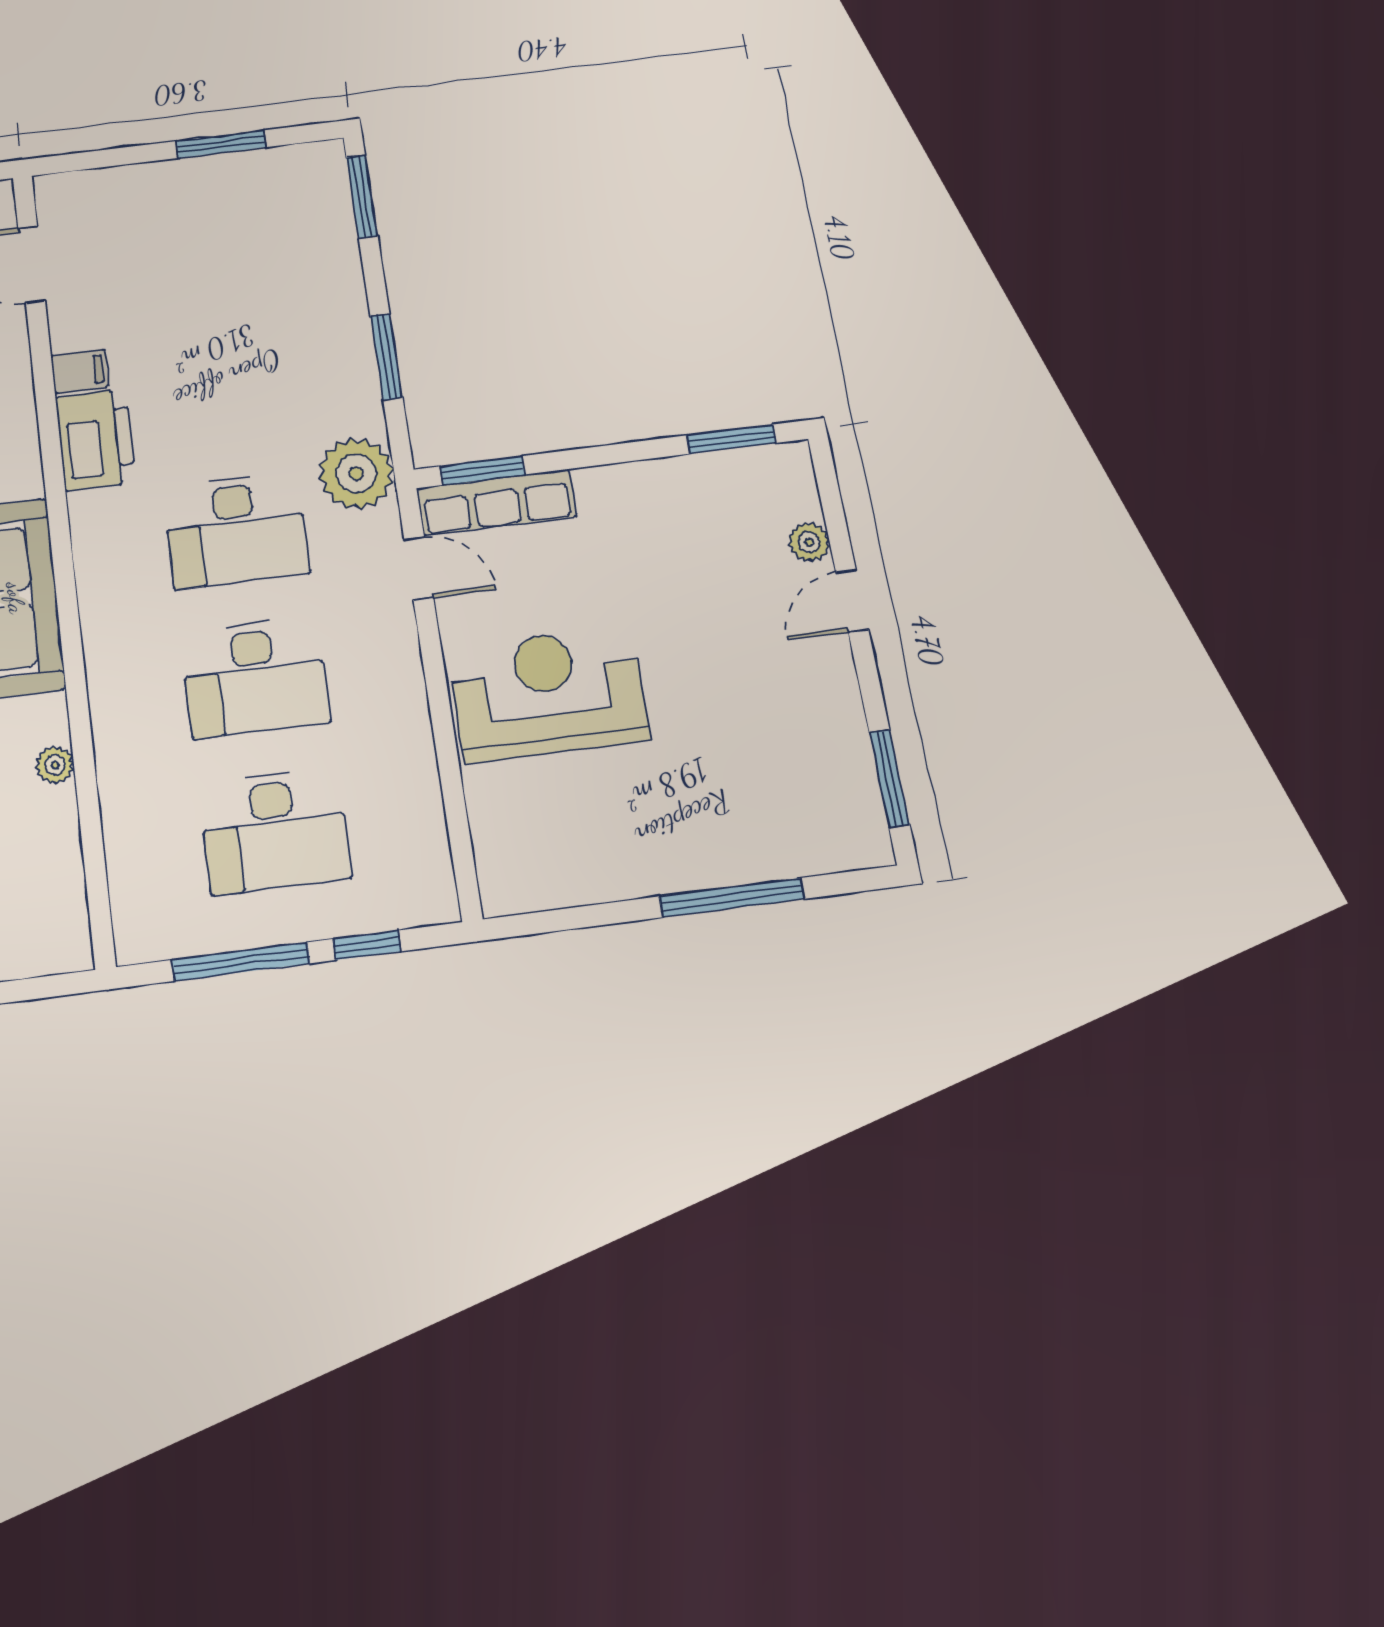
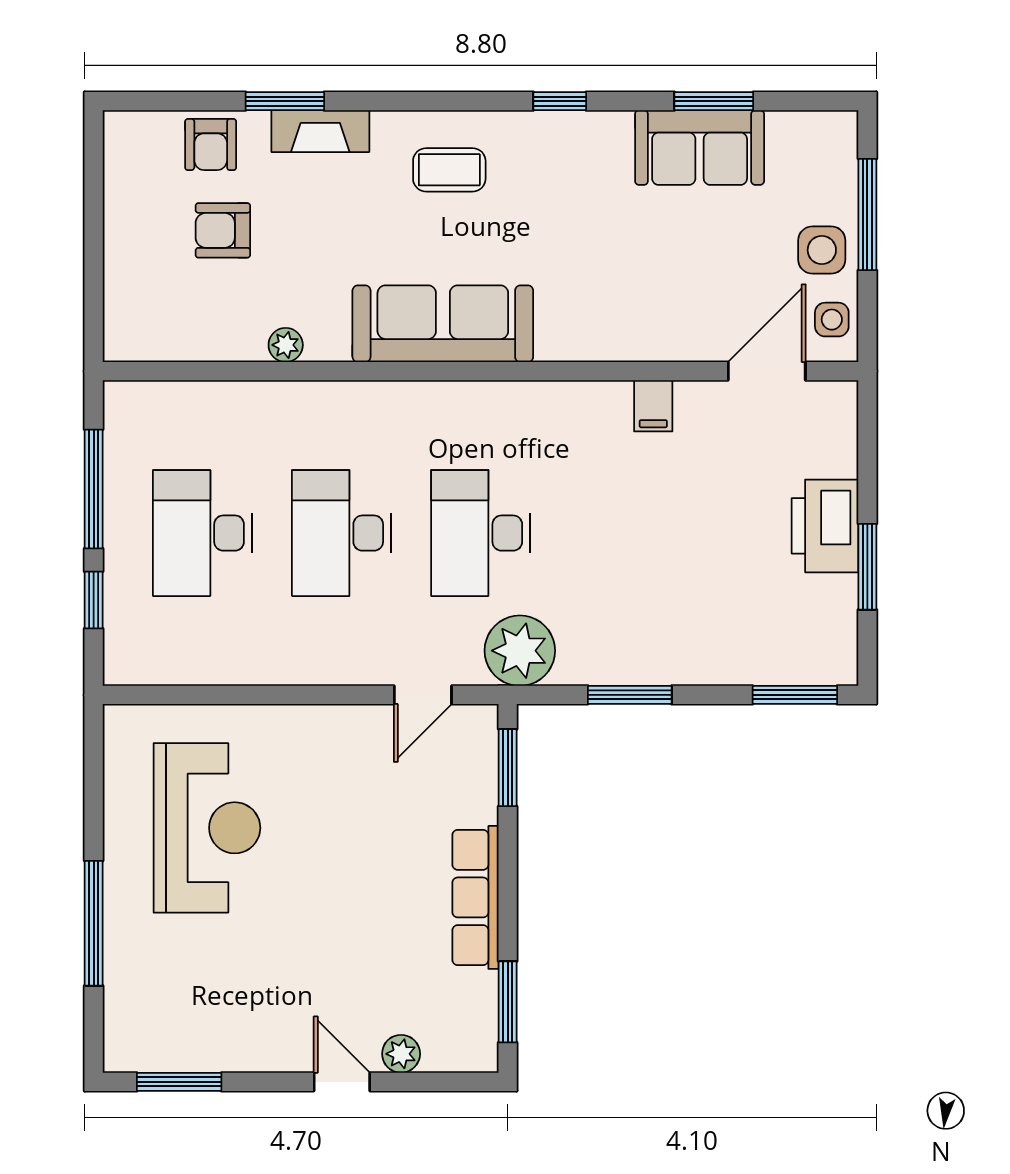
printer: (96, 440) -> (825, 526), moved, turned 90
row of seats: (496, 502) -> (475, 897), moved
reception desk: (548, 694) -> (207, 828), moved

